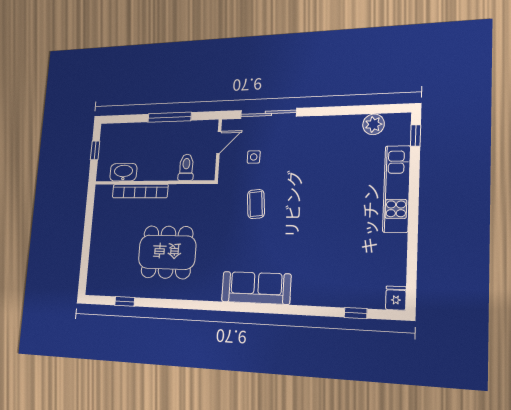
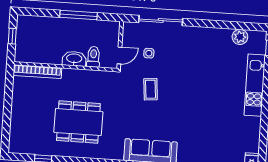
door: (219, 142) -> (119, 56), moved
washbasin: (123, 172) -> (74, 59), moved
bookcase: (140, 191) -> (37, 72), moved

